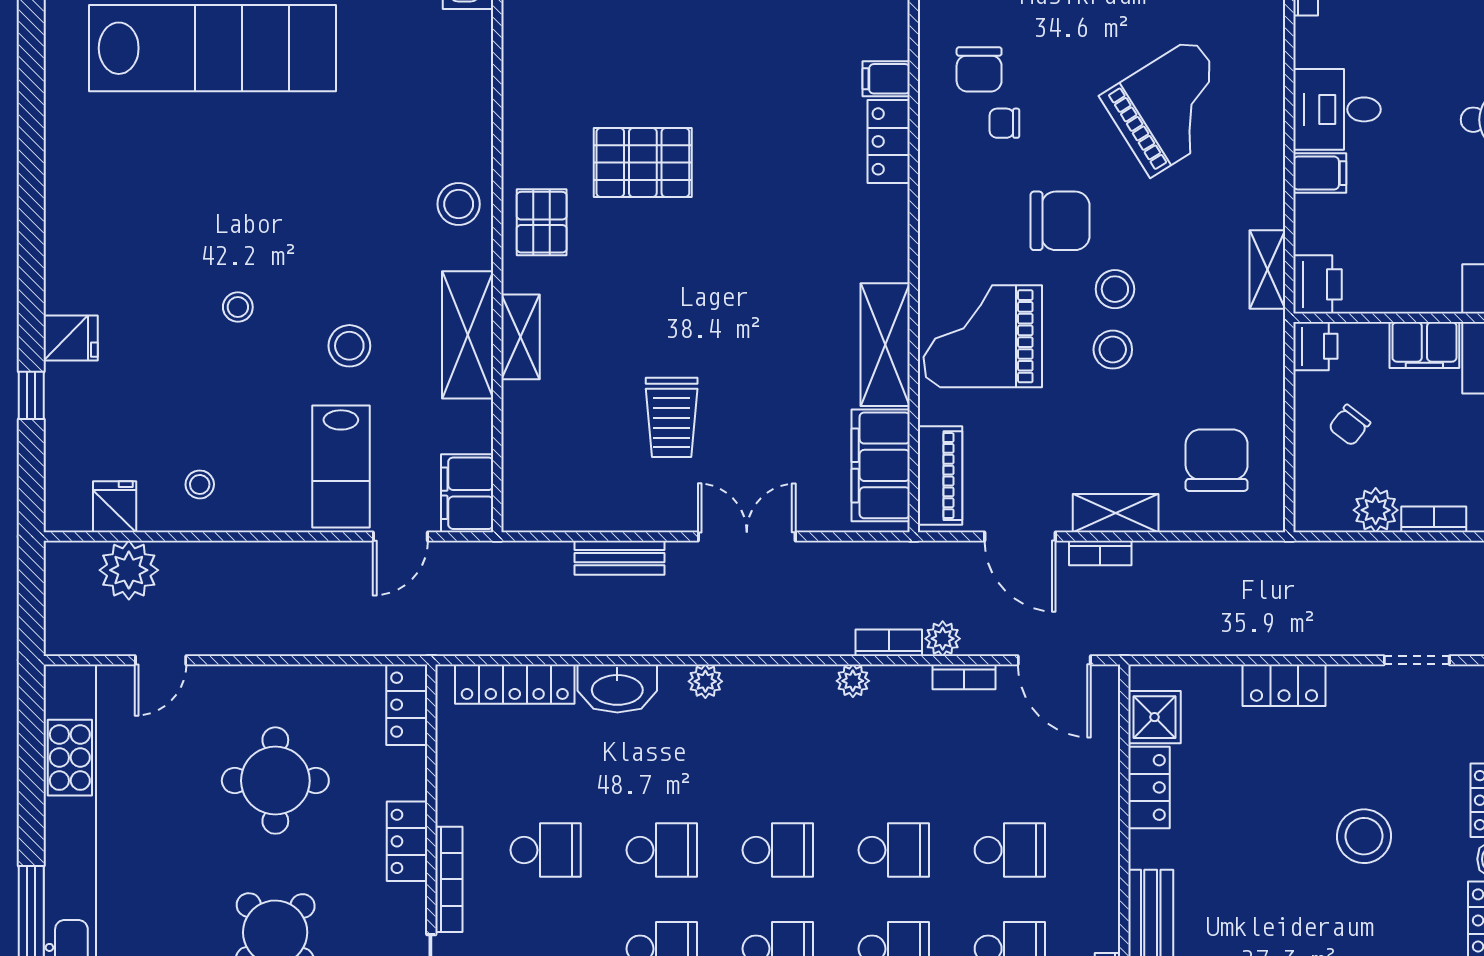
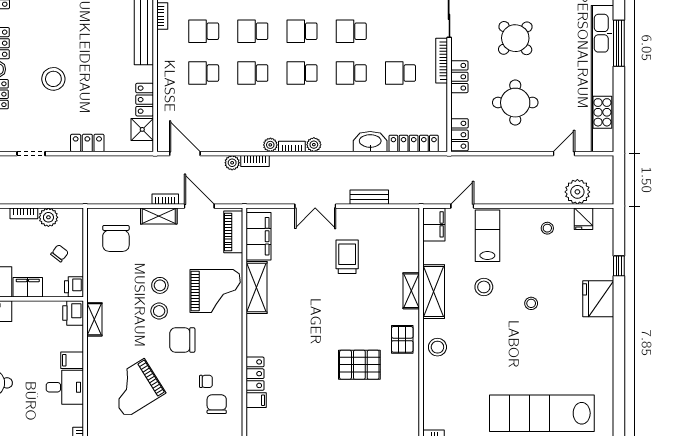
fridge: (71, 338) -> (598, 299), width x1.88, depth x1.34
bookcase: (964, 677) -> (292, 147), moved
plant: (705, 681) -> (314, 145), moved

